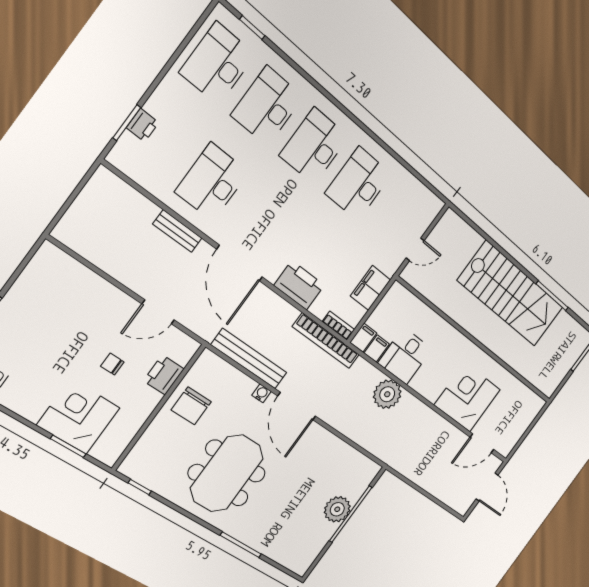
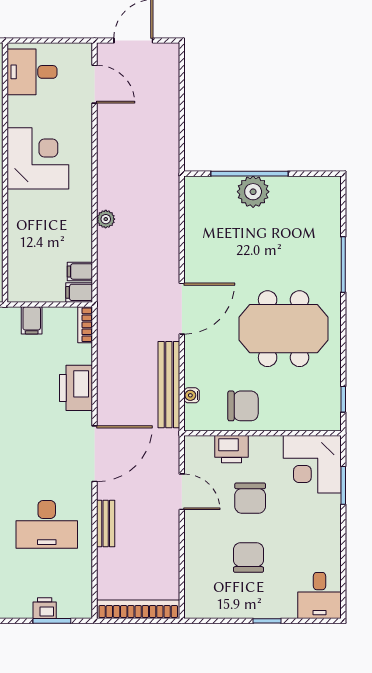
filing cabinet: (371, 288) -> (32, 320), width x0.50
chair: (61, 330) -> (248, 558), added
bookcase: (326, 341) -> (138, 609), moved, turned -90
desk: (405, 356) -> (32, 72), moved, turned 180
chair: (112, 364) -> (250, 498), width x1.87, depth x1.87
water cooler: (262, 393) -> (192, 395), moved
plant: (387, 394) -> (106, 219), width x0.53, depth x0.53
corner desk: (467, 397) -> (38, 158), moved, turned 180
corner desk: (79, 416) -> (312, 464), moved

